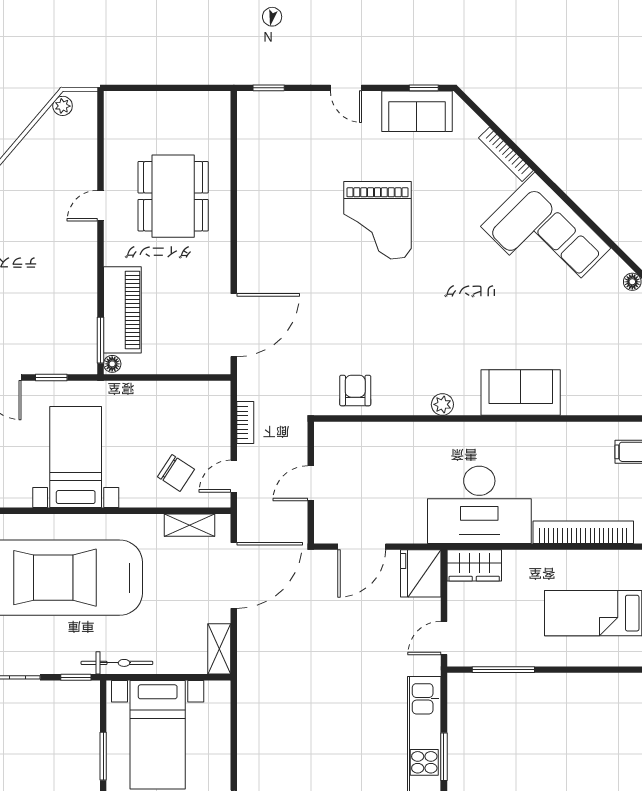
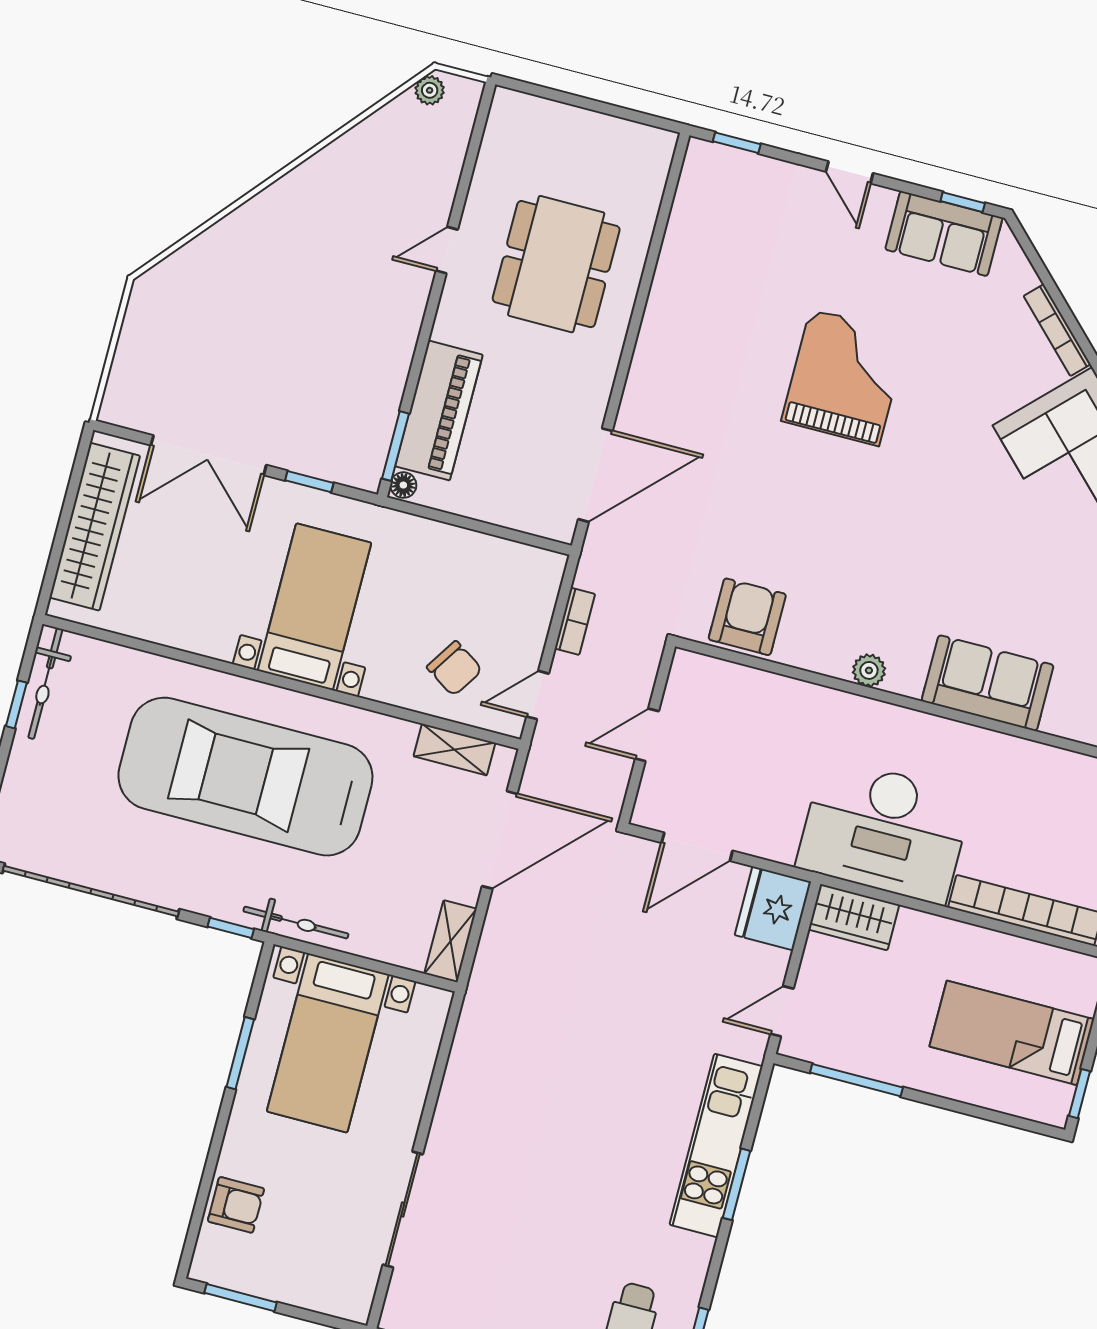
grand piano: (377, 220) -> (845, 377), turned 180
armchair: (355, 391) -> (747, 617), width x1.38, depth x1.38

